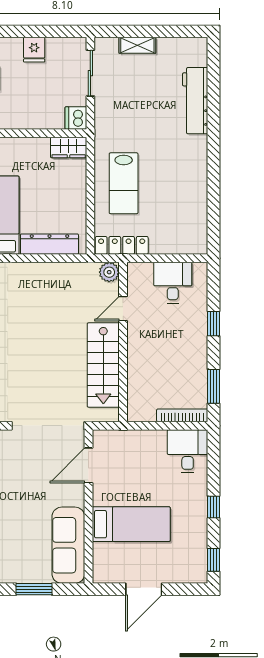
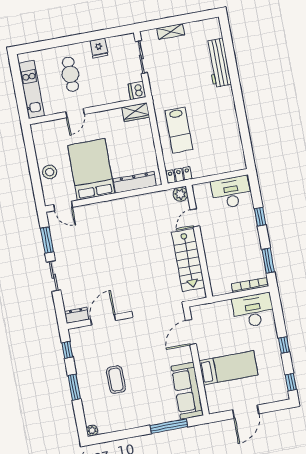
locker: (122, 245) -> (179, 175), width x0.66
desk: (173, 283) -> (231, 192), width x1.37
desk: (188, 451) -> (253, 310), width x1.37
window: (34, 589) -> (169, 426), width x1.44

